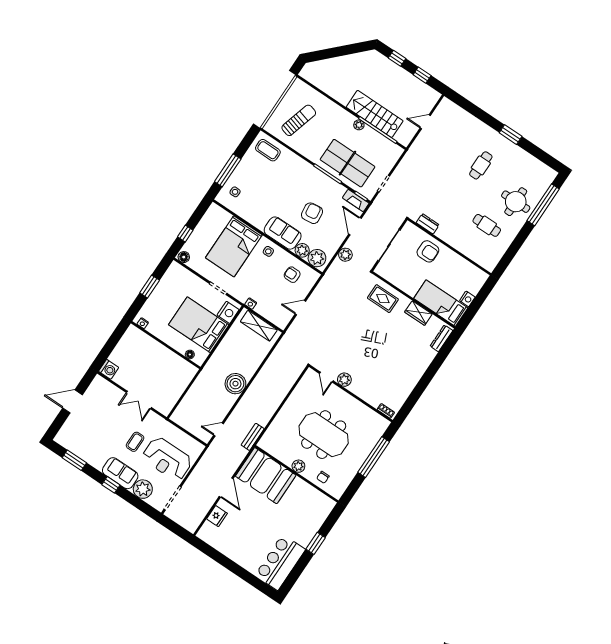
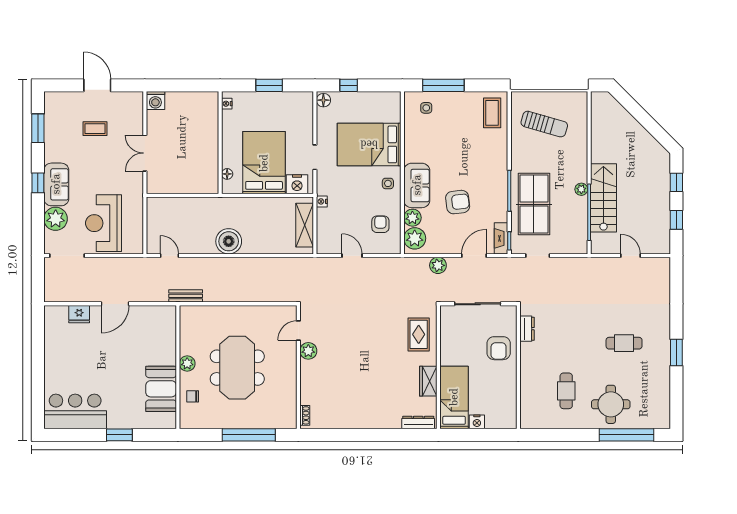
coffee table: (135, 442) -> (95, 129), moved
booth: (266, 476) -> (161, 389), moved, width x0.73, depth x0.70

